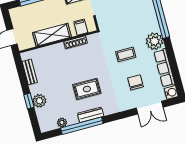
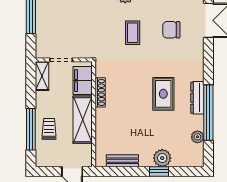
trolley: (39, 12) -> (49, 129), added
filing cabinet: (81, 27) -> (83, 81), width x2.00

